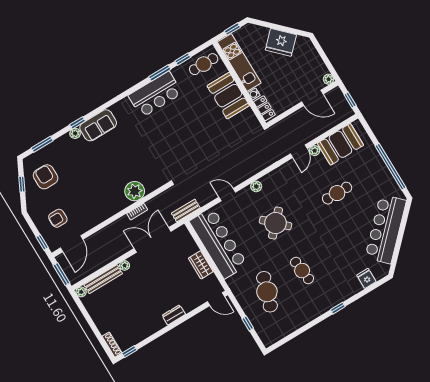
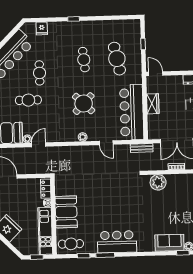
plant: (135, 191) -> (158, 182), moved
cafe table: (342, 229) -> (39, 73), added
cafe table: (267, 292) -> (117, 59), turned -30

